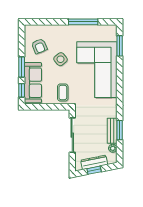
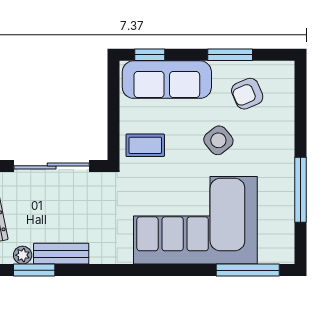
window: (120, 46) -> (248, 270), width x1.44
window: (22, 67) -> (230, 55), moved
window: (120, 130) -> (34, 270), moved

